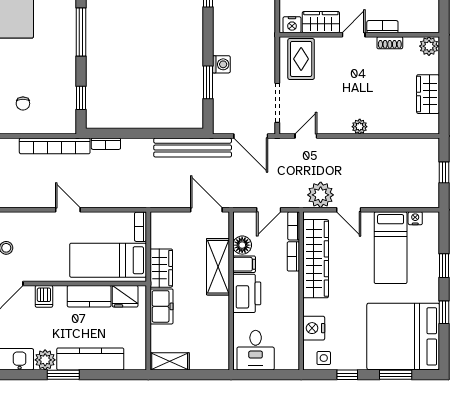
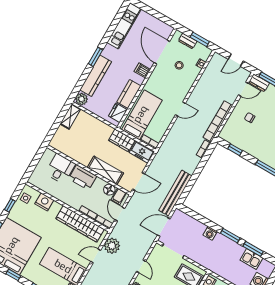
window: (208, 82) -> (230, 236), moved
door: (306, 136) -> (141, 266), moved
filing cabinet: (244, 264) -> (119, 196), moved
freezer: (161, 306) -> (142, 152), moved
desk: (256, 350) -> (60, 169), moved, turned 90
plant: (45, 360) -> (82, 99), moved

